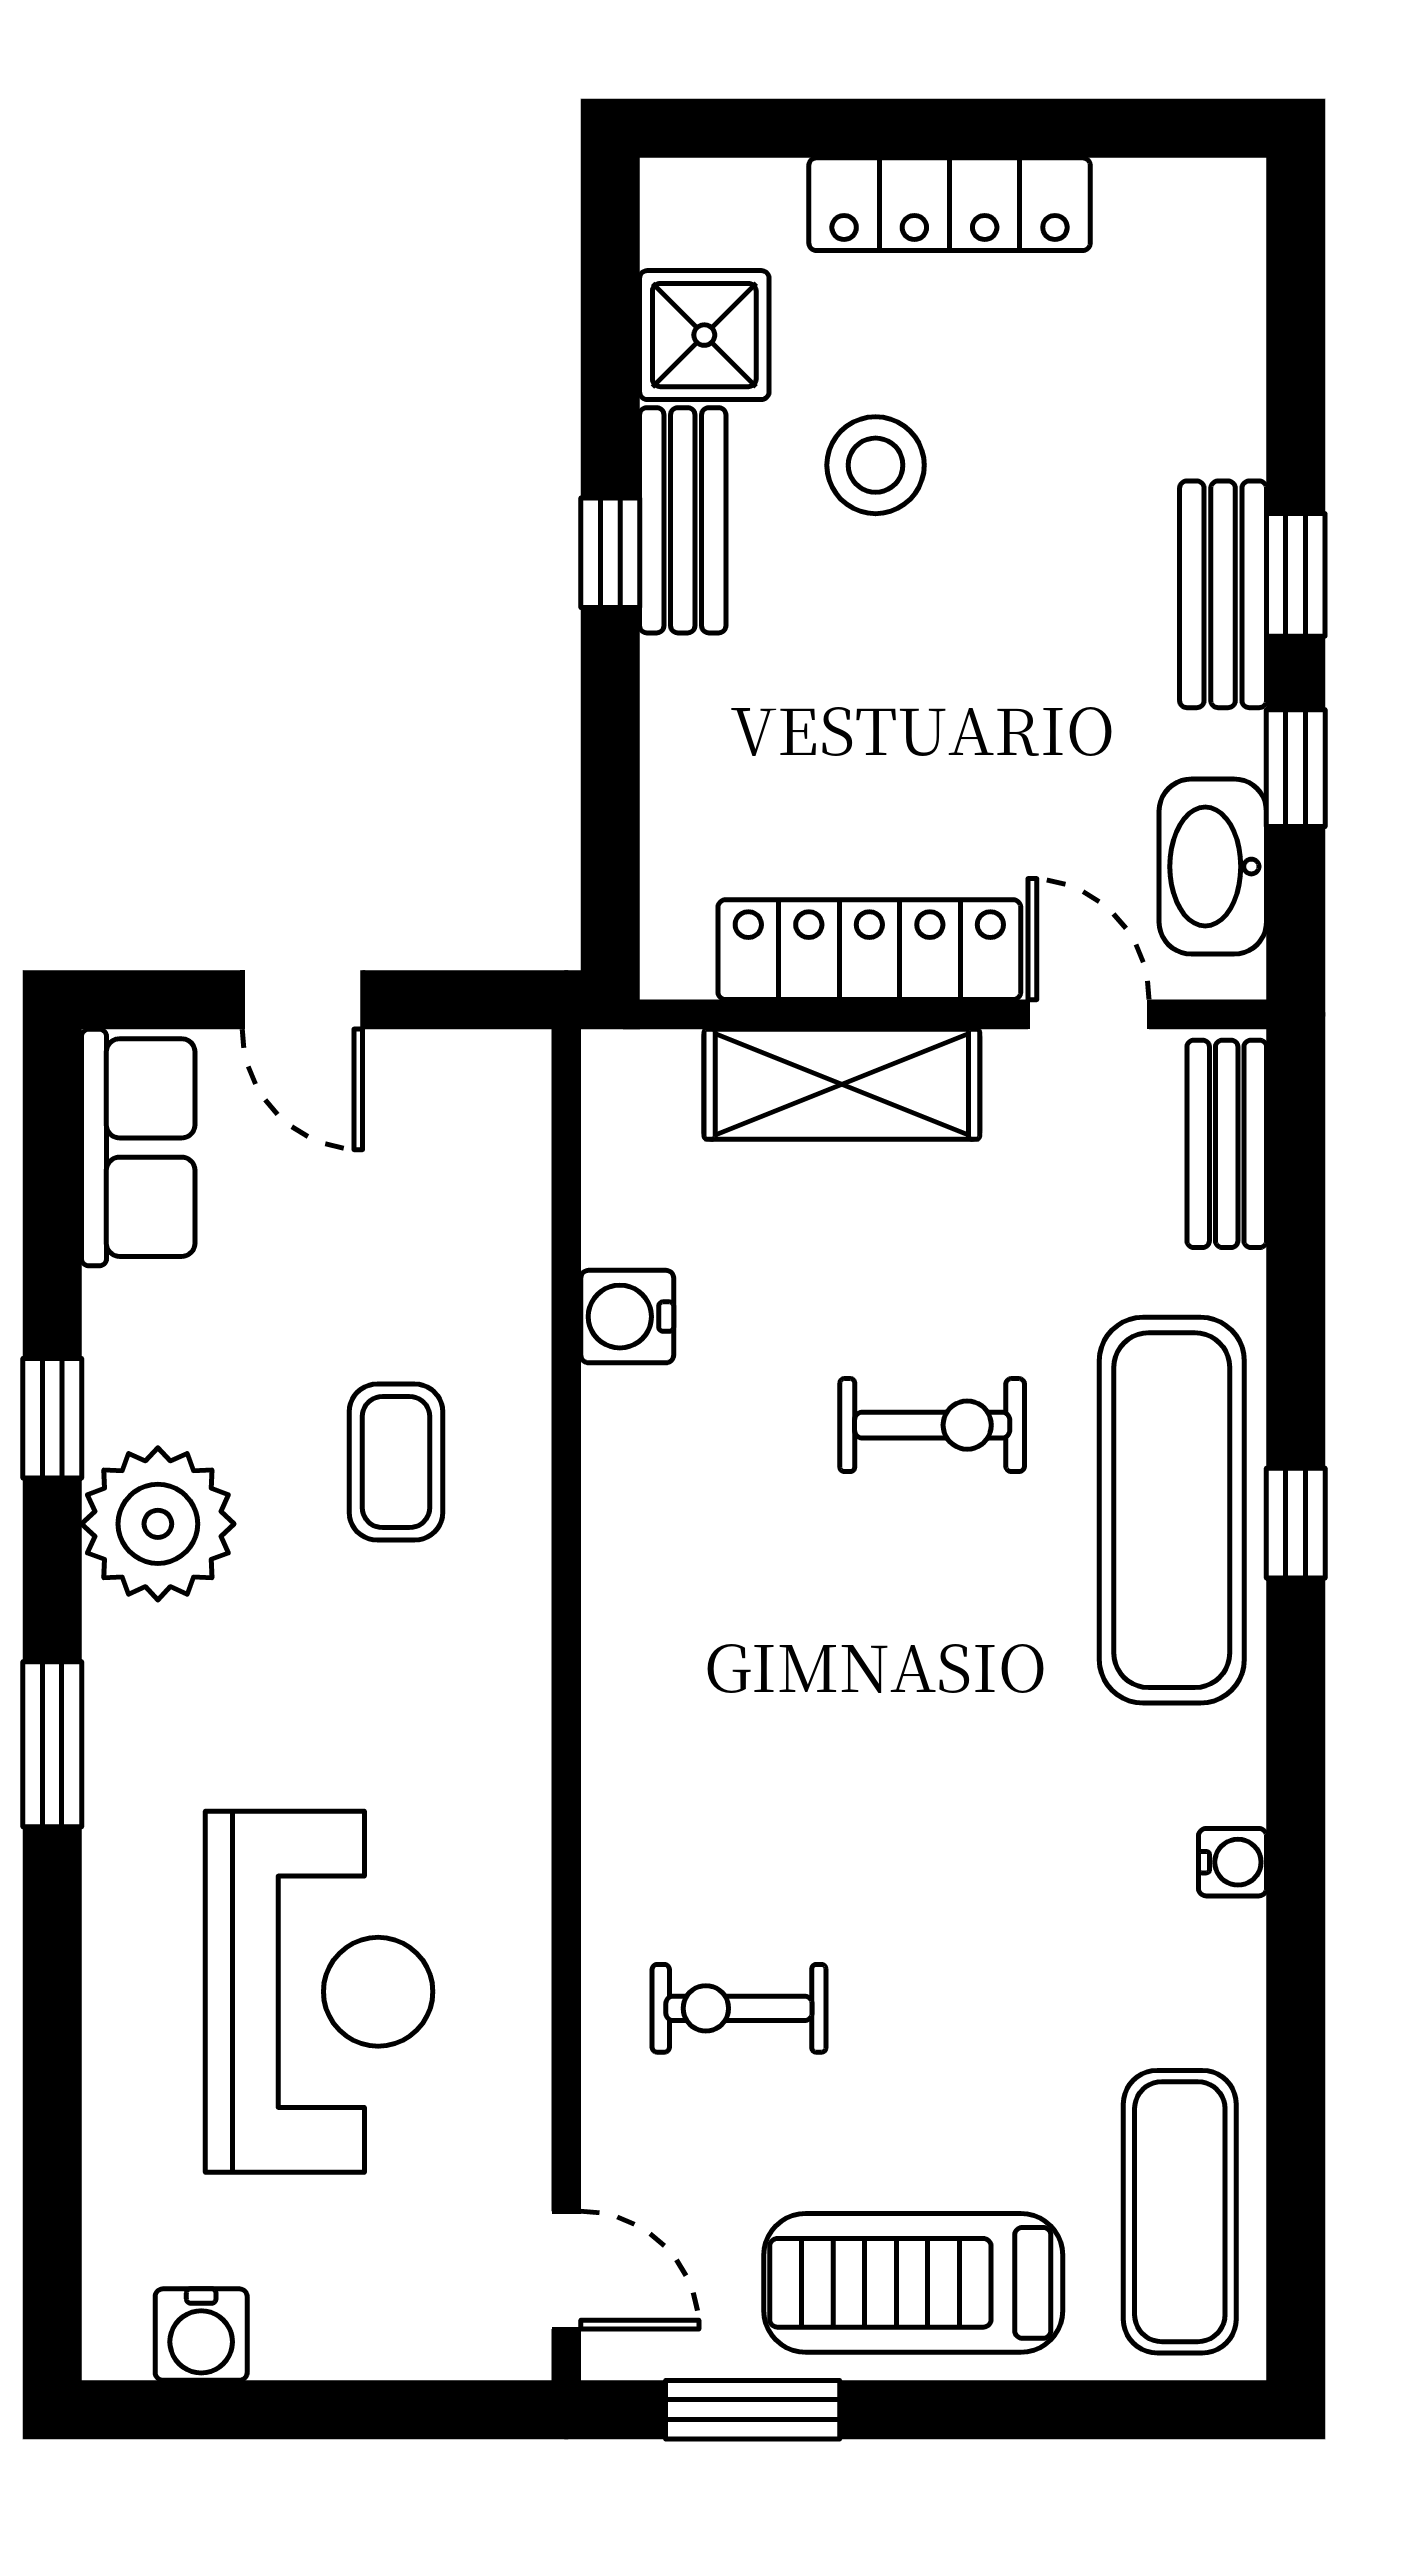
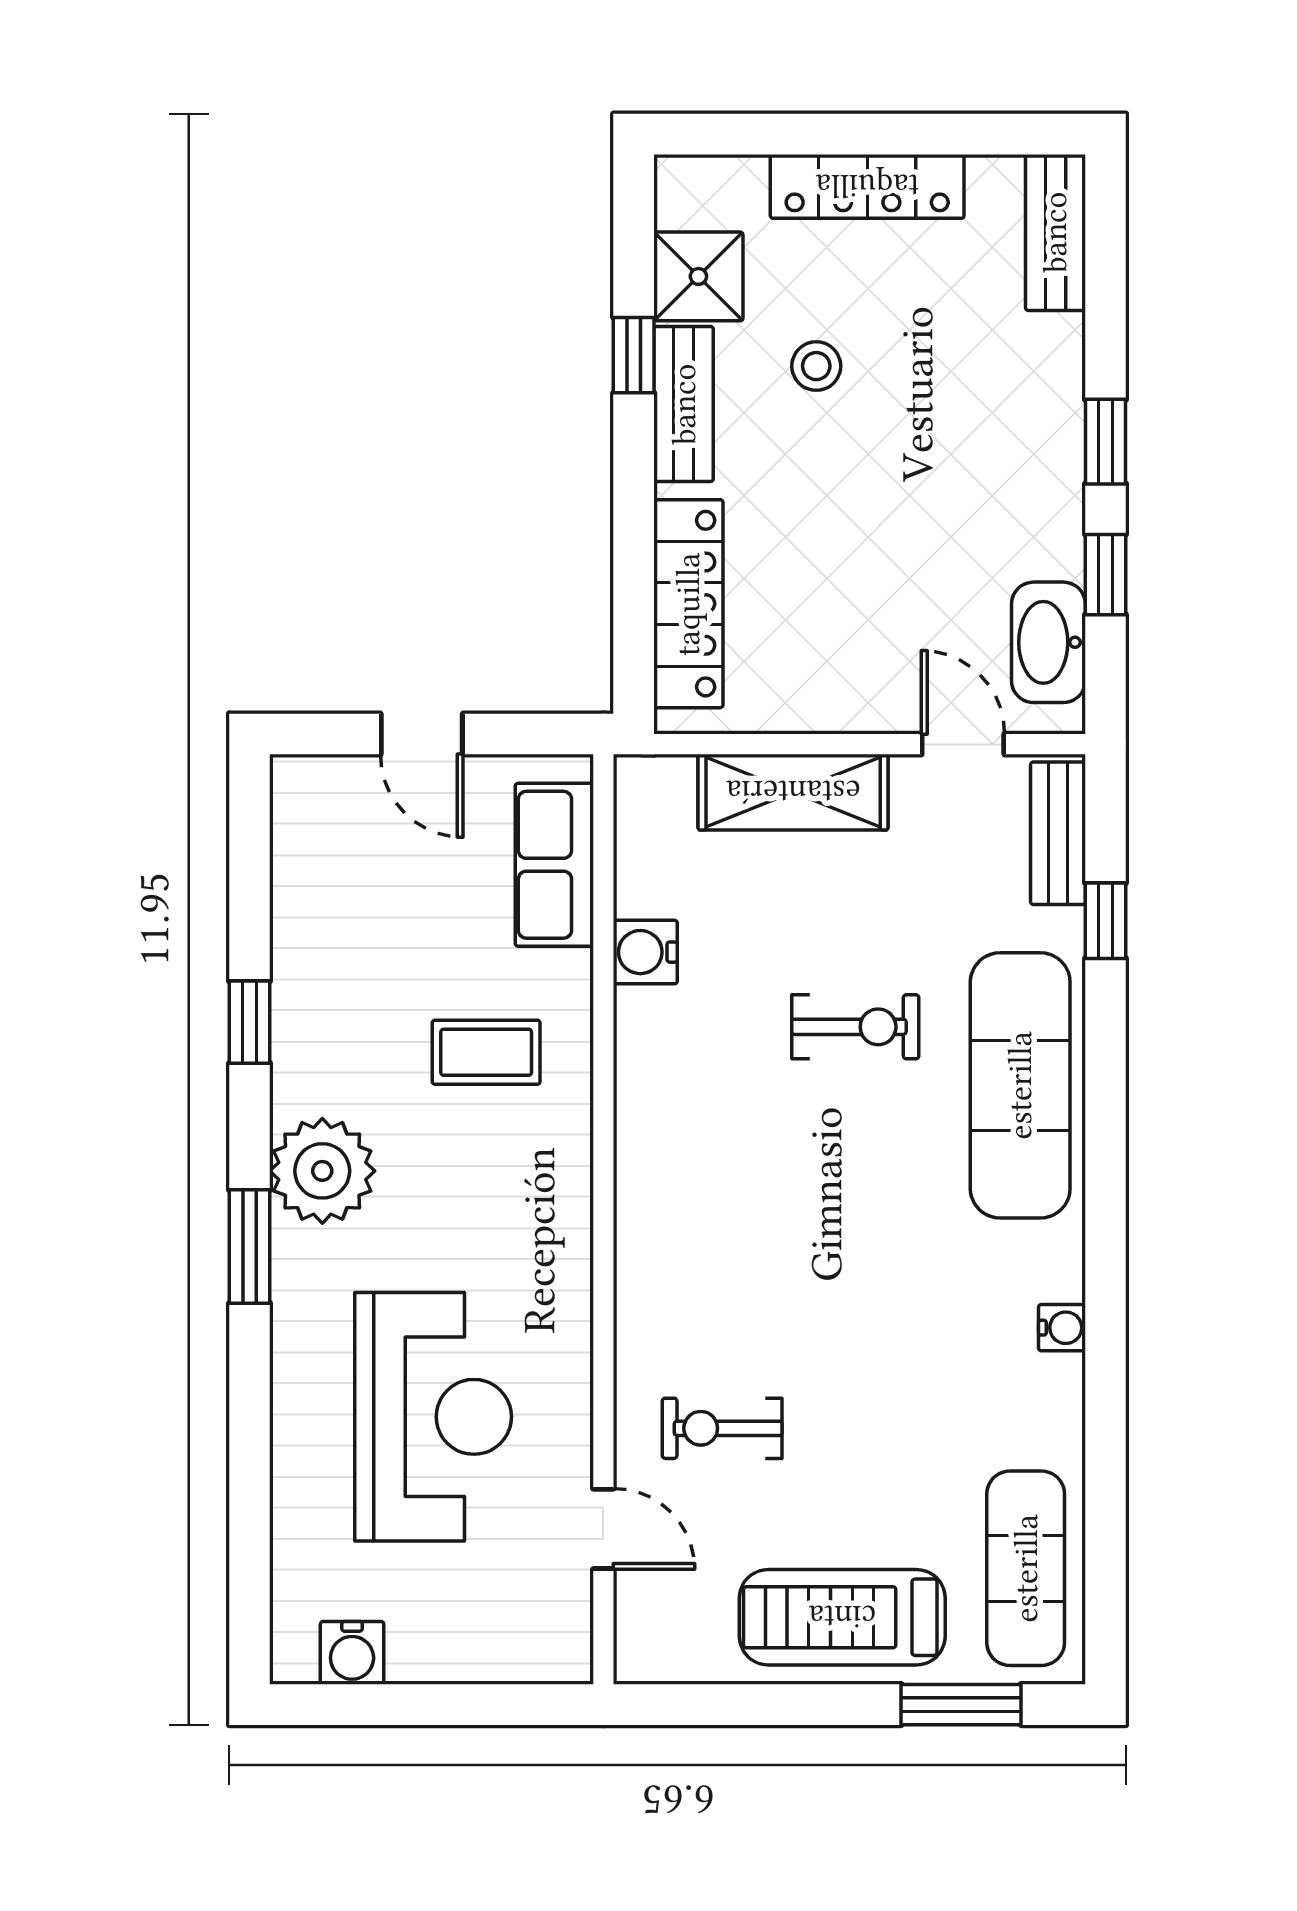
stool: (876, 465) -> (816, 366), width x0.73, depth x0.73
window: (610, 553) -> (634, 355), moved
bench: (1223, 594) -> (1055, 232), moved
locker: (869, 950) -> (688, 604), moved, turned 90
row of seats: (138, 1148) -> (554, 865), moved, turned 180
coffee table: (396, 1462) -> (486, 1052), turned 90
window: (1296, 1523) -> (1105, 921), moved
plant: (158, 1524) -> (322, 1171), moved
door: (566, 2270) -> (603, 1529), moved
window: (753, 2410) -> (961, 1705), moved

